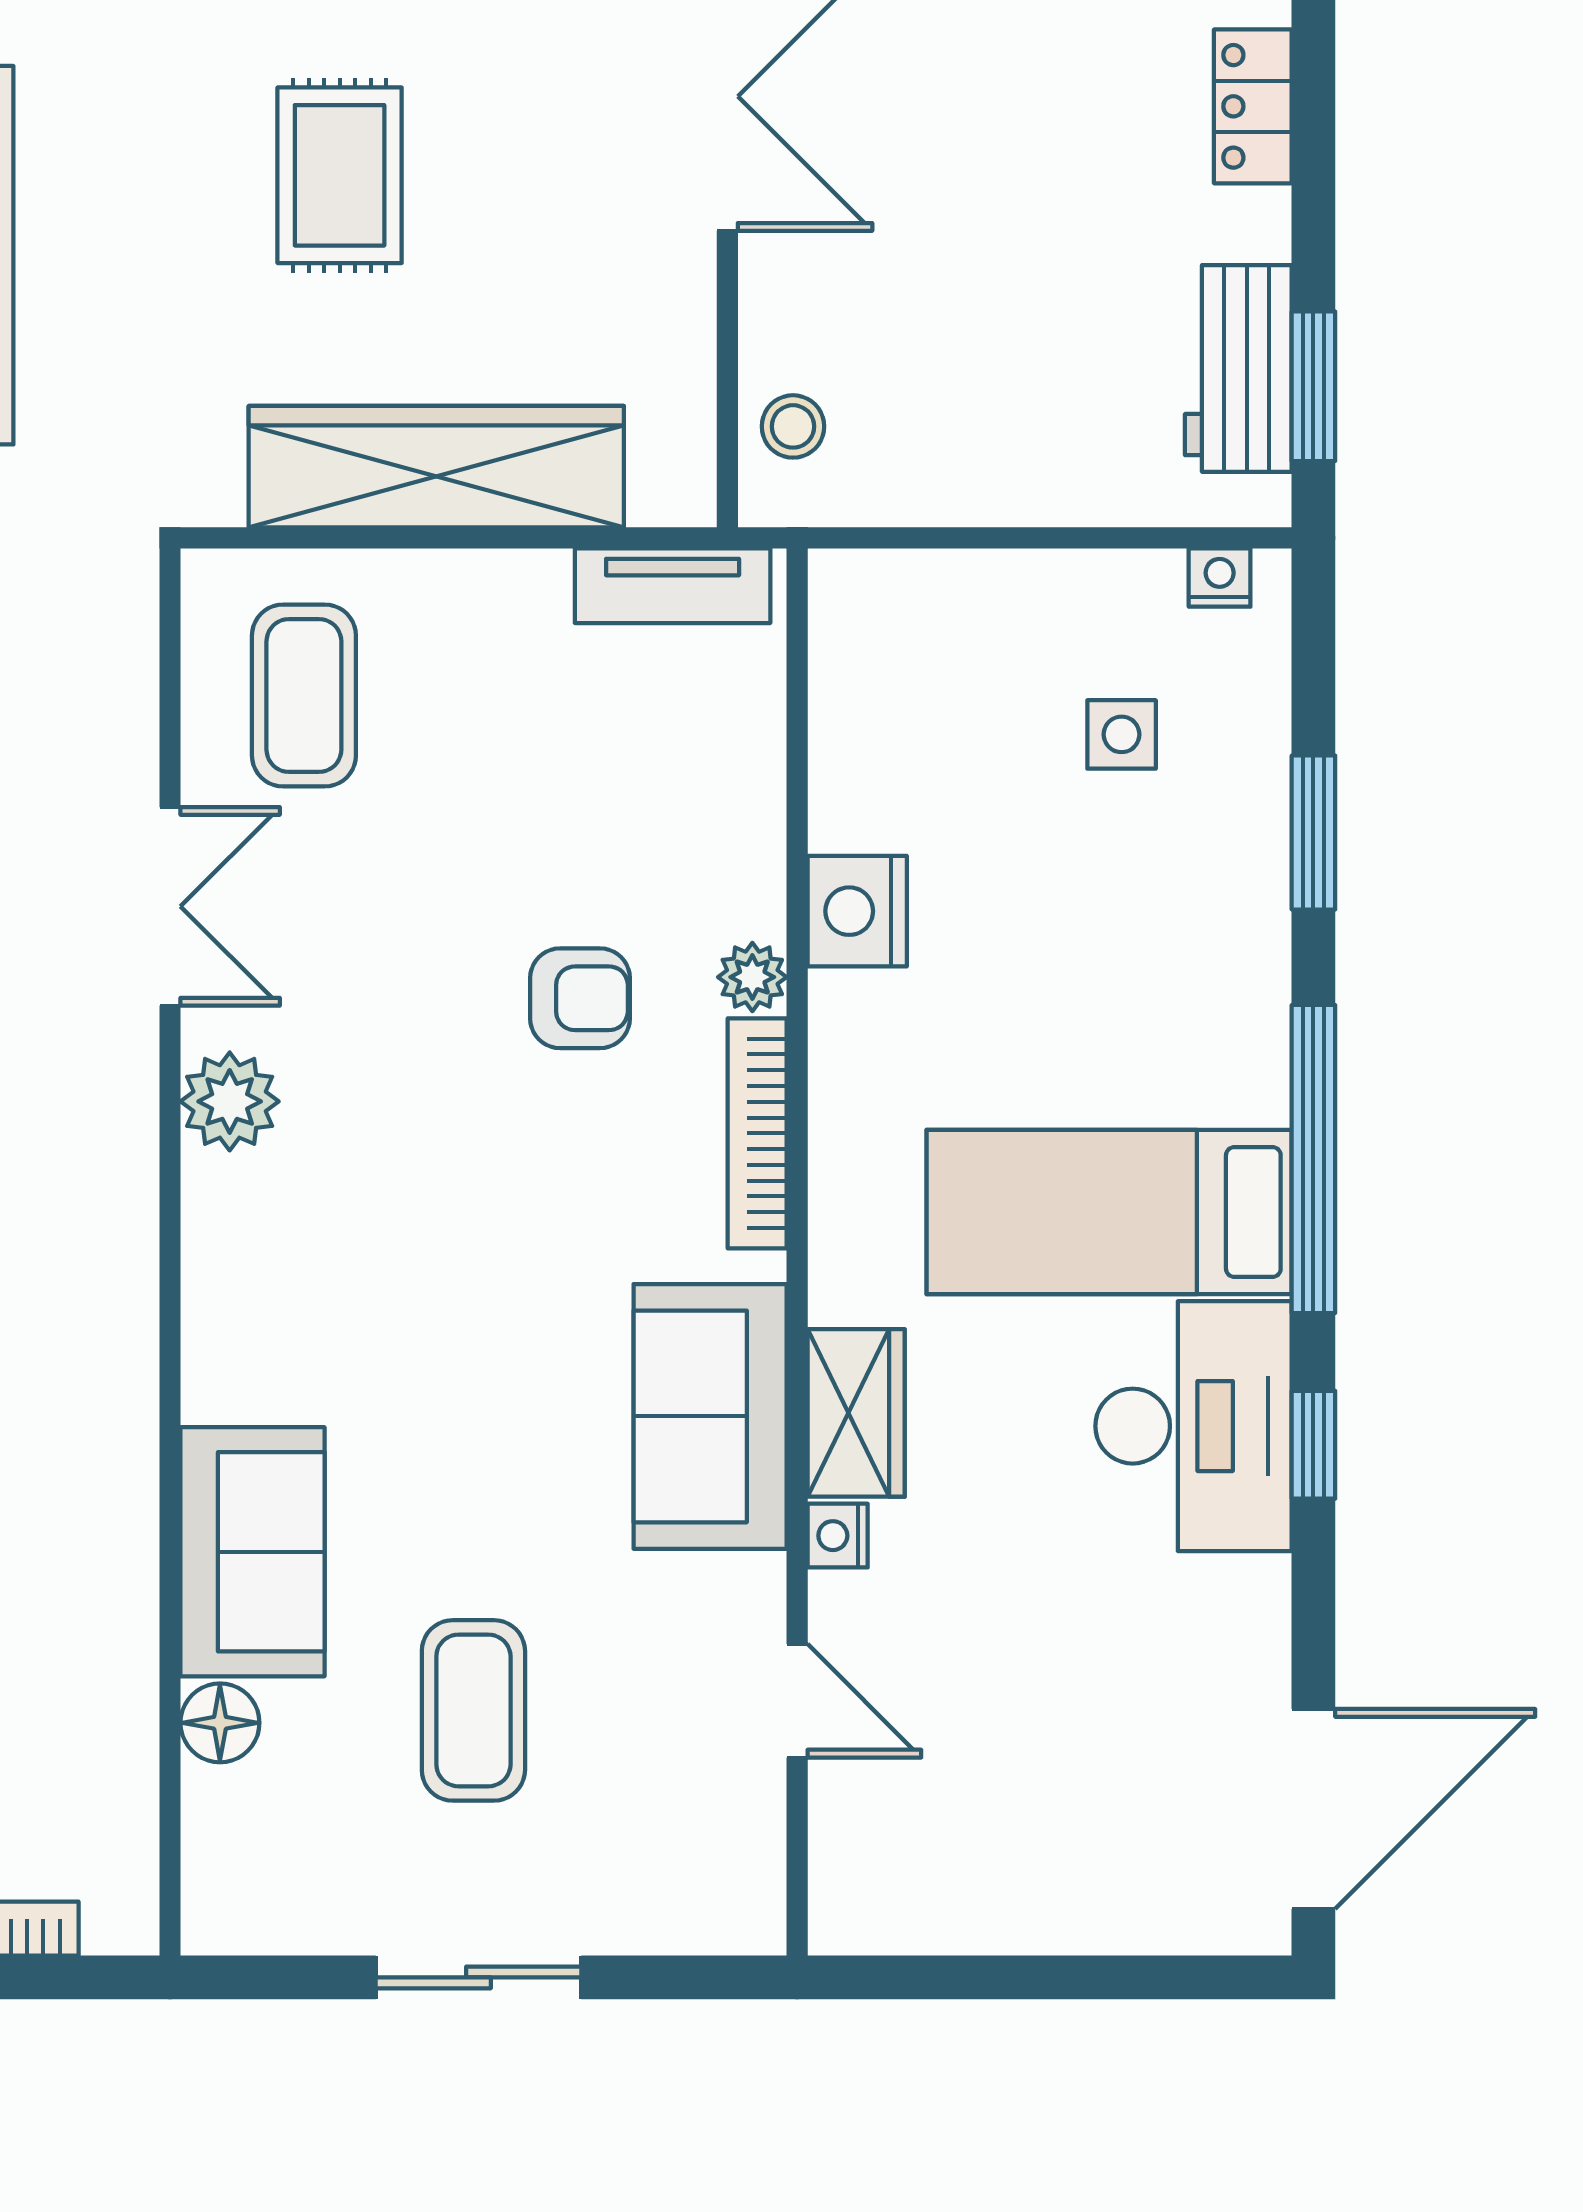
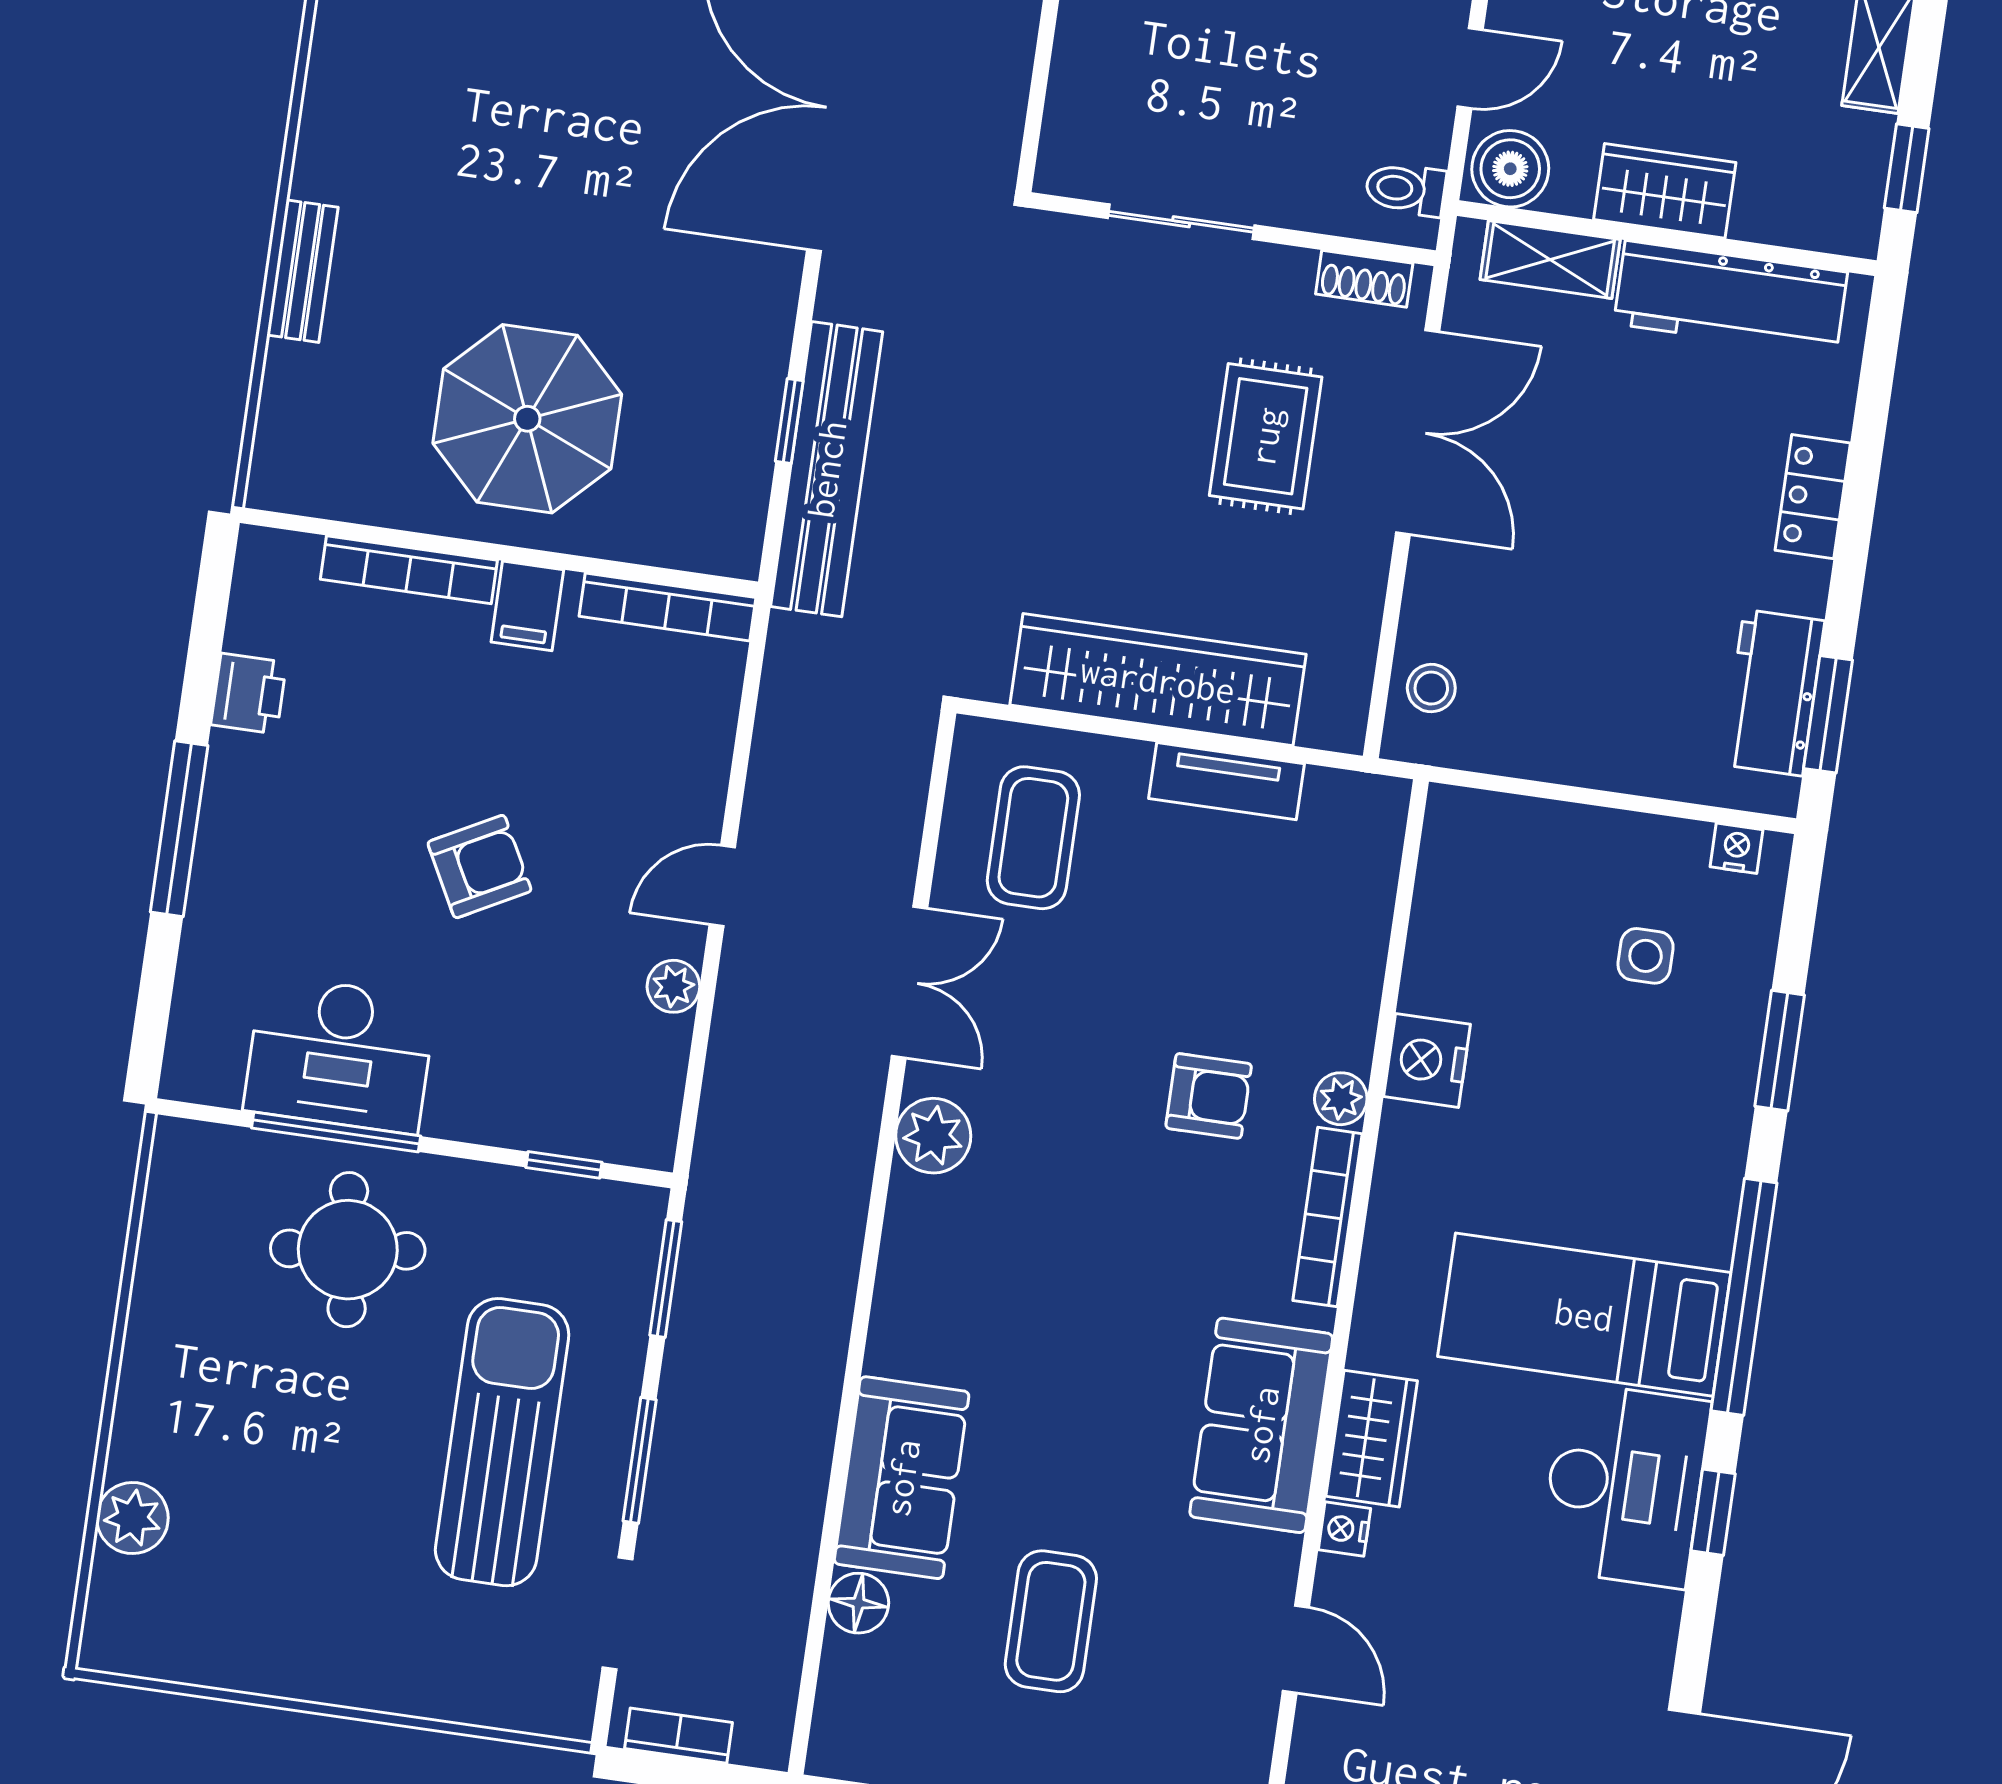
rug: (340, 175) -> (1266, 436), moved
tv unit: (673, 586) -> (1226, 781), moved

